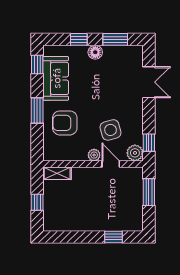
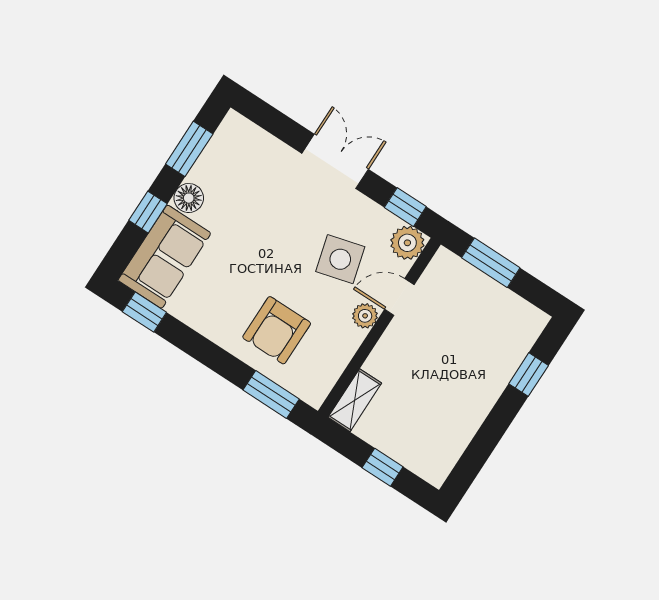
sofa: (56, 78) -> (164, 257), moved, turned 90
double door: (149, 82) -> (335, 161), moved
window: (37, 110) -> (271, 395), moved

